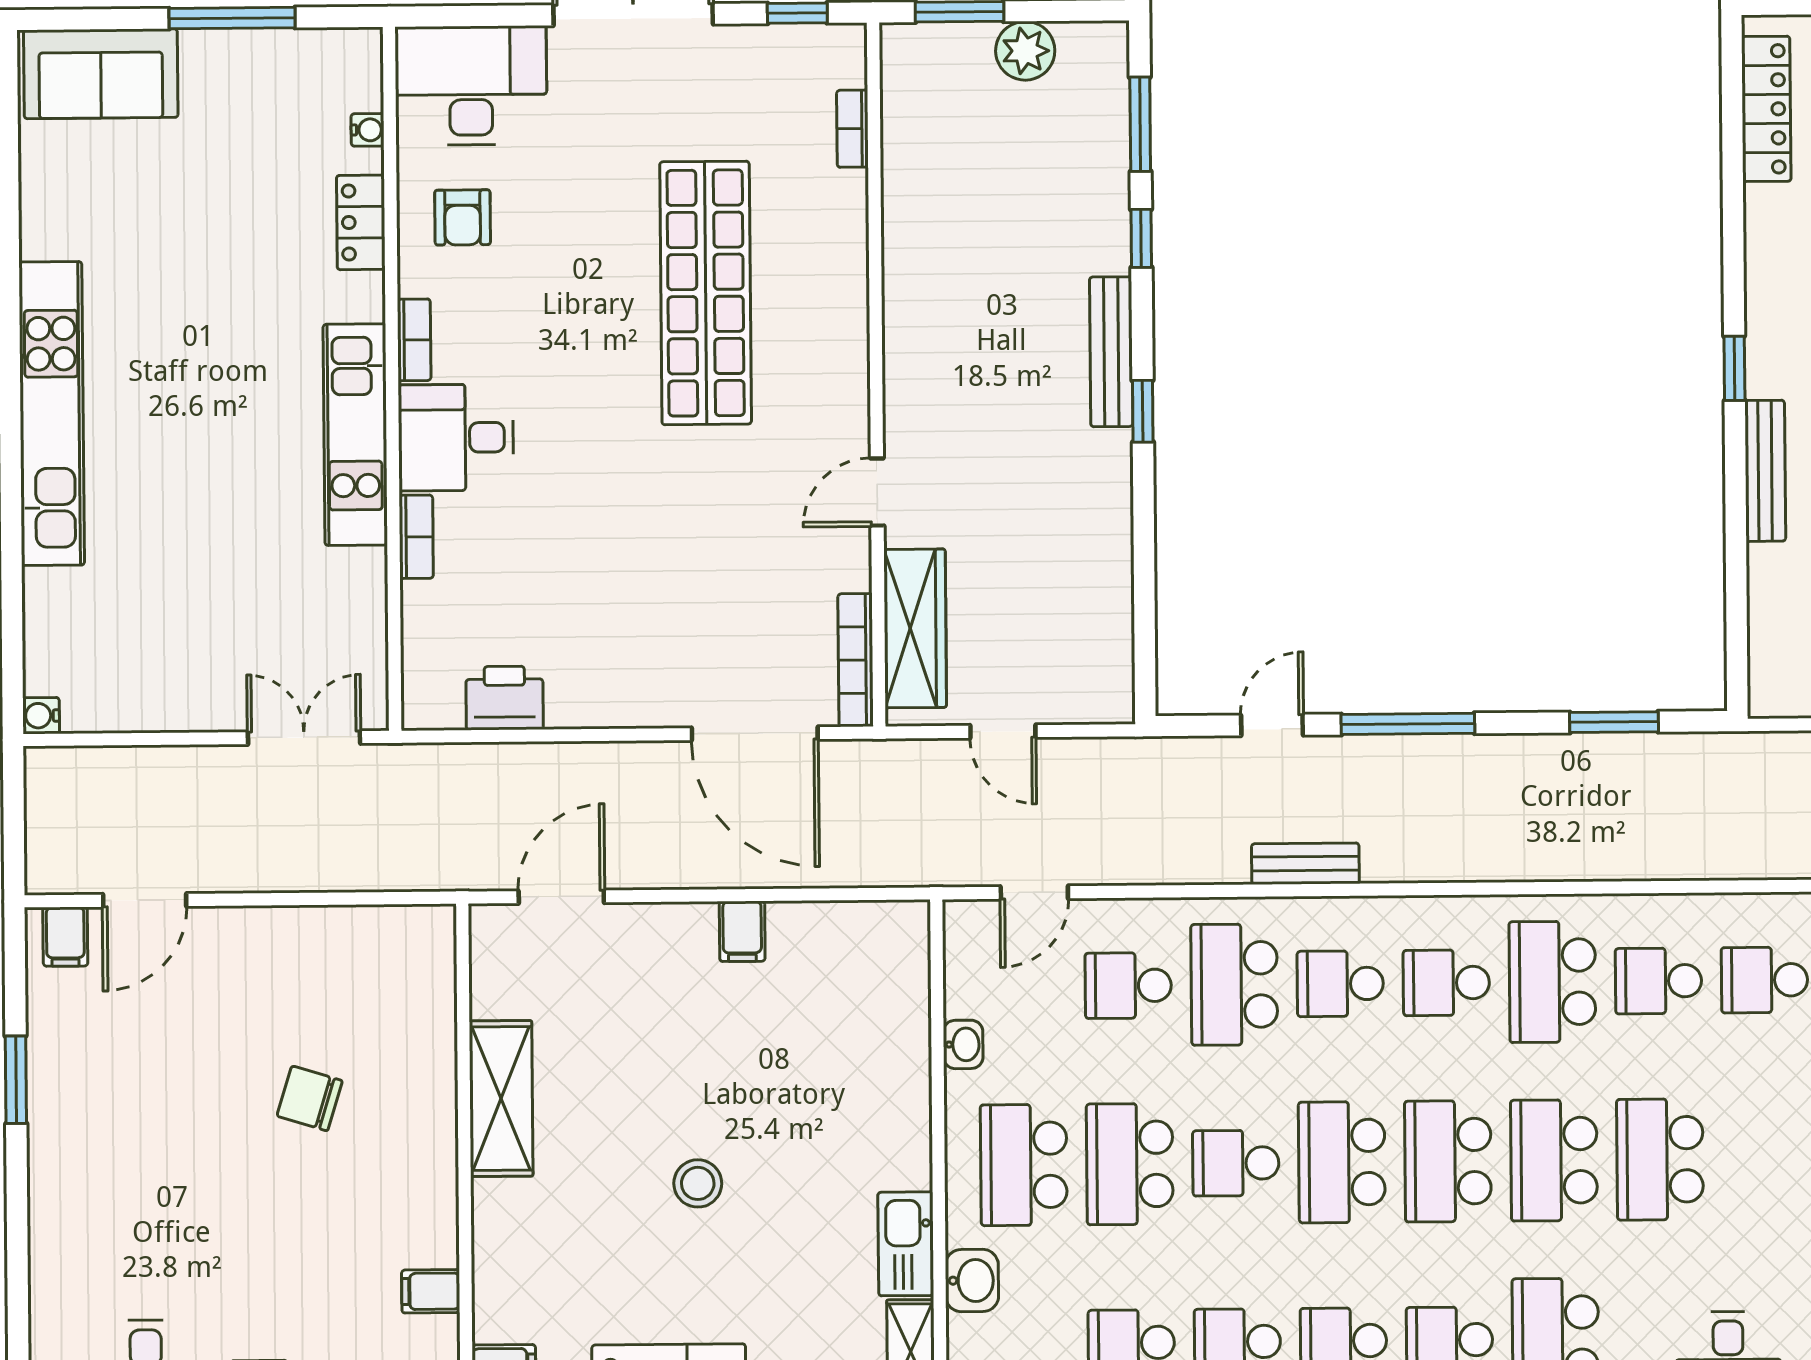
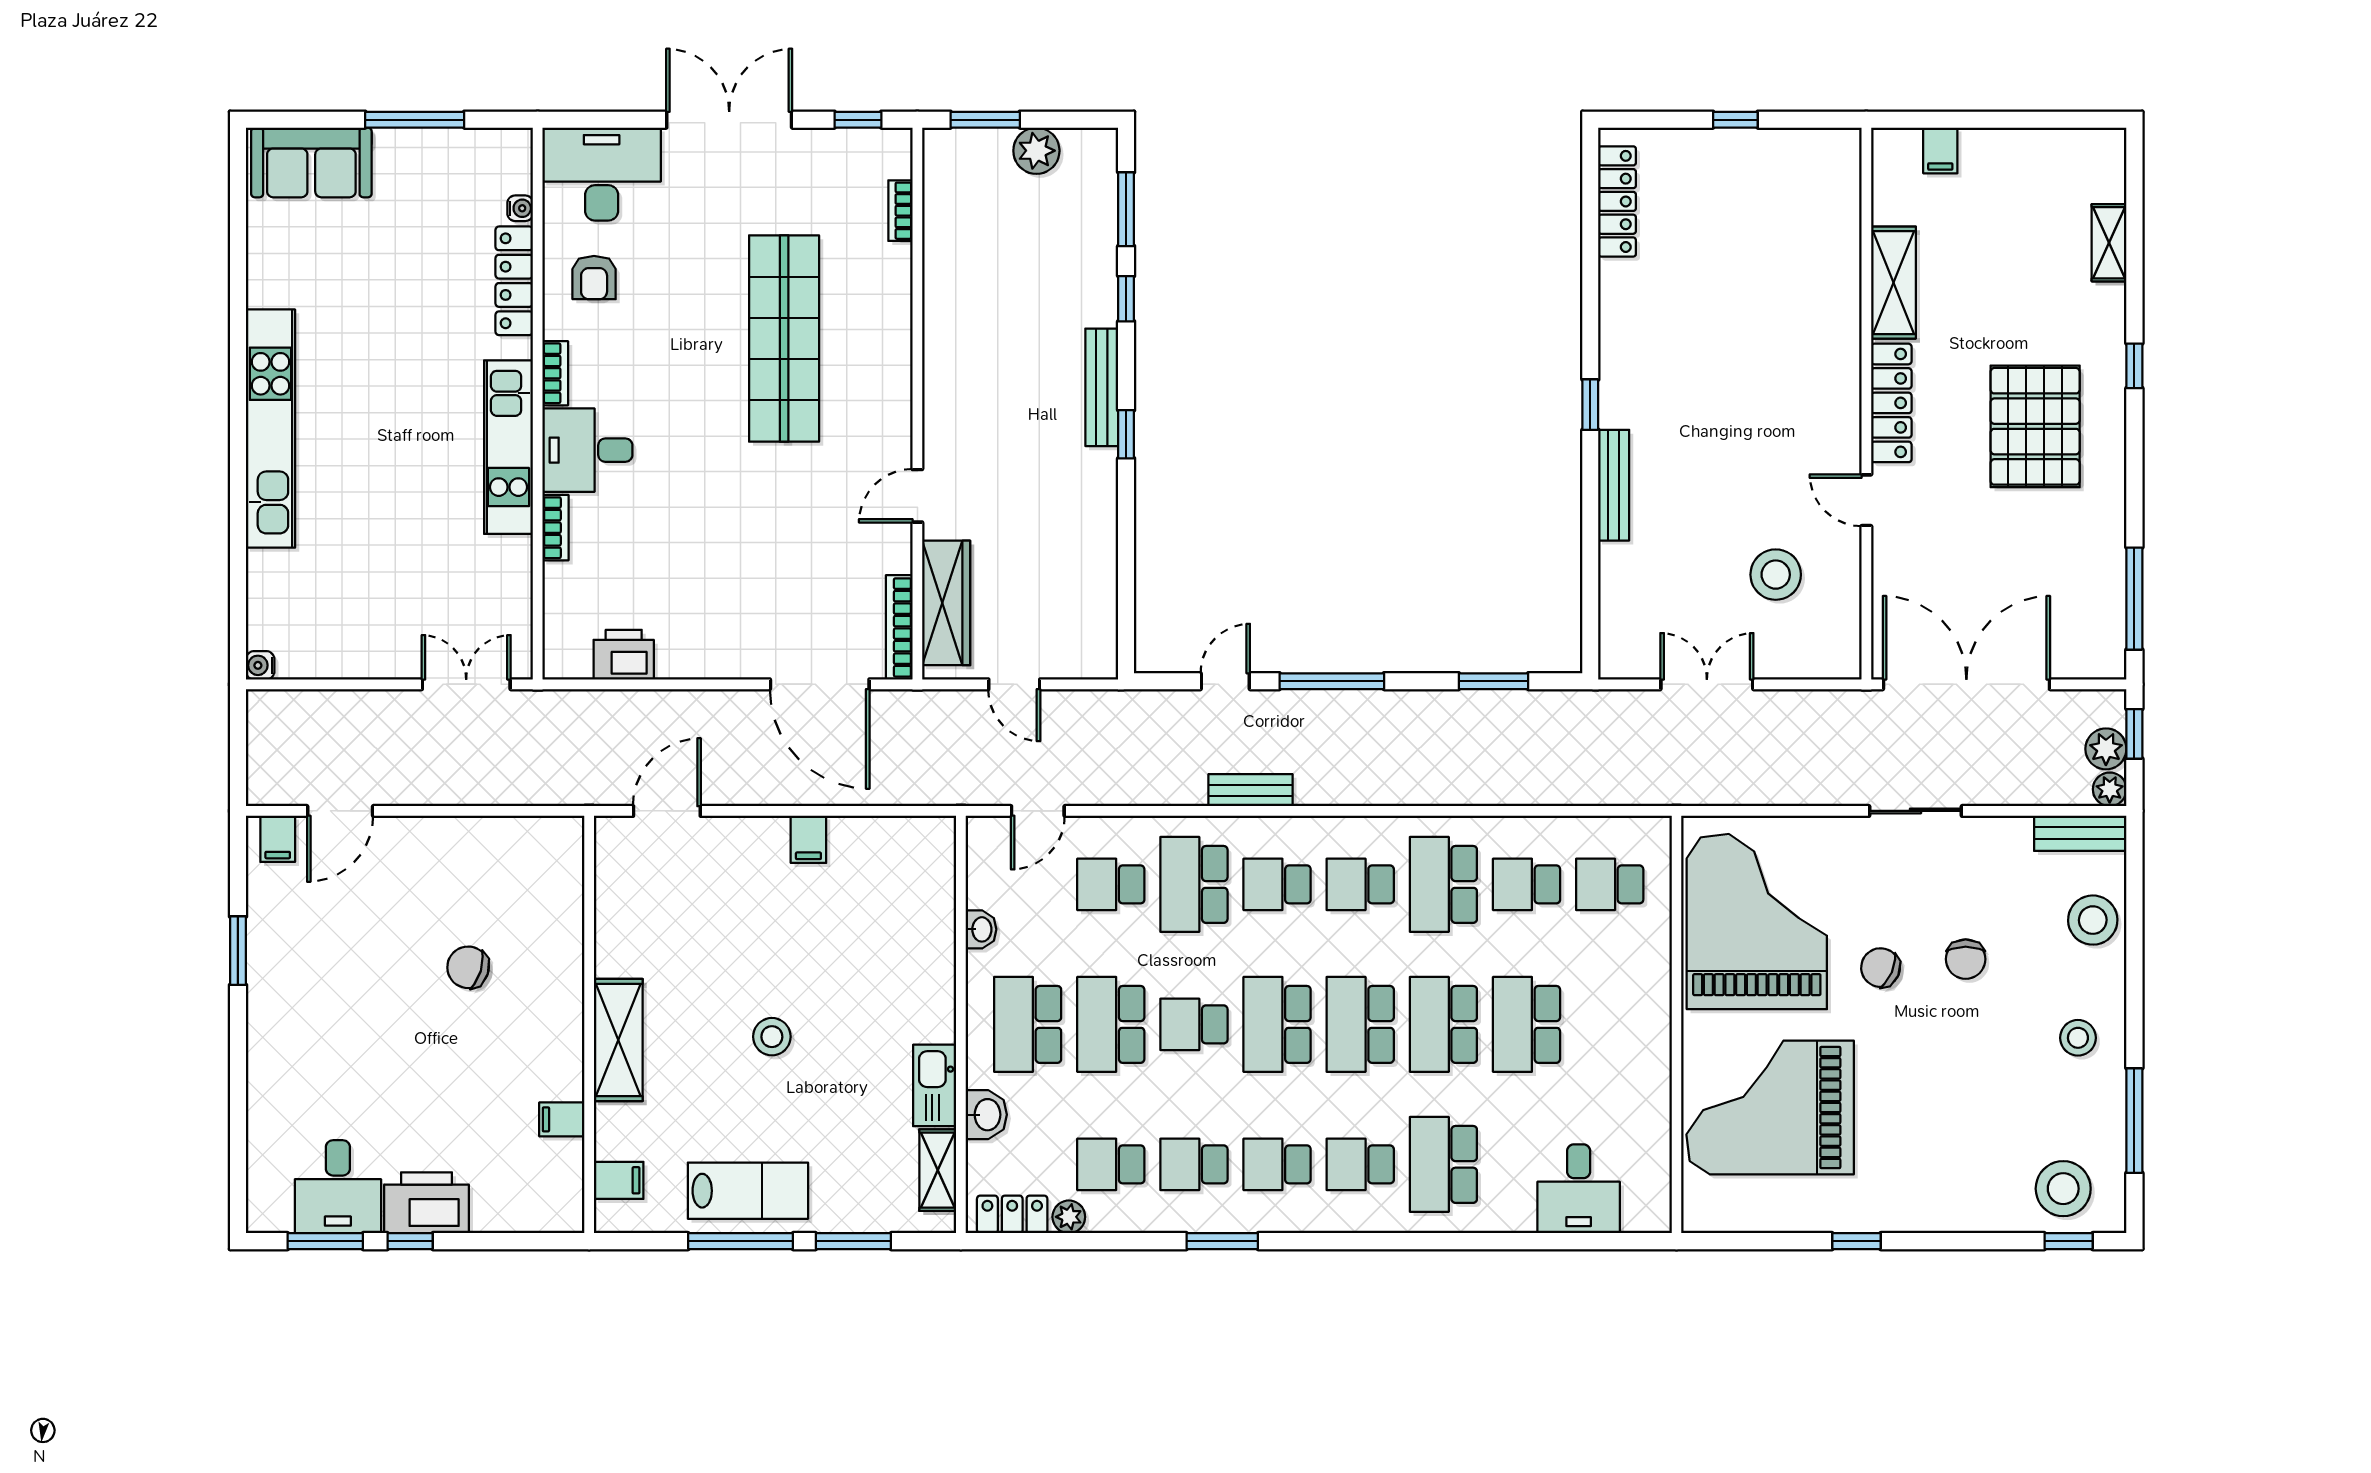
locker: (361, 222) -> (514, 281), width x1.53
shelving: (501, 1099) -> (618, 1040), moved

